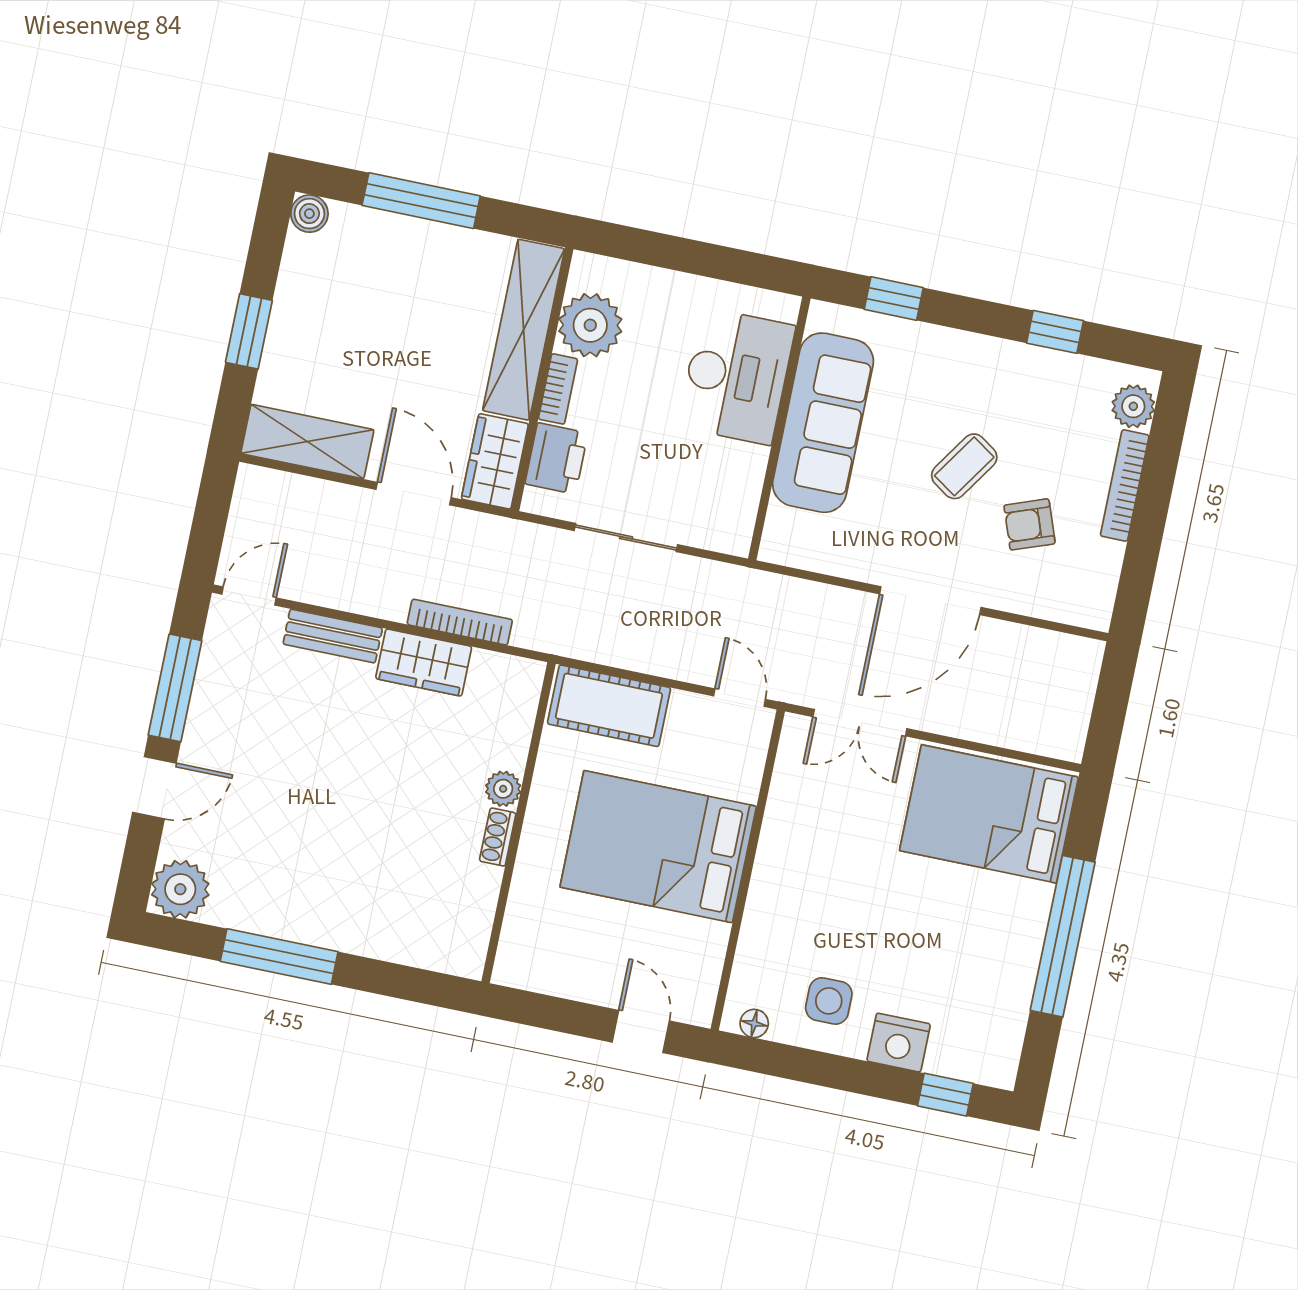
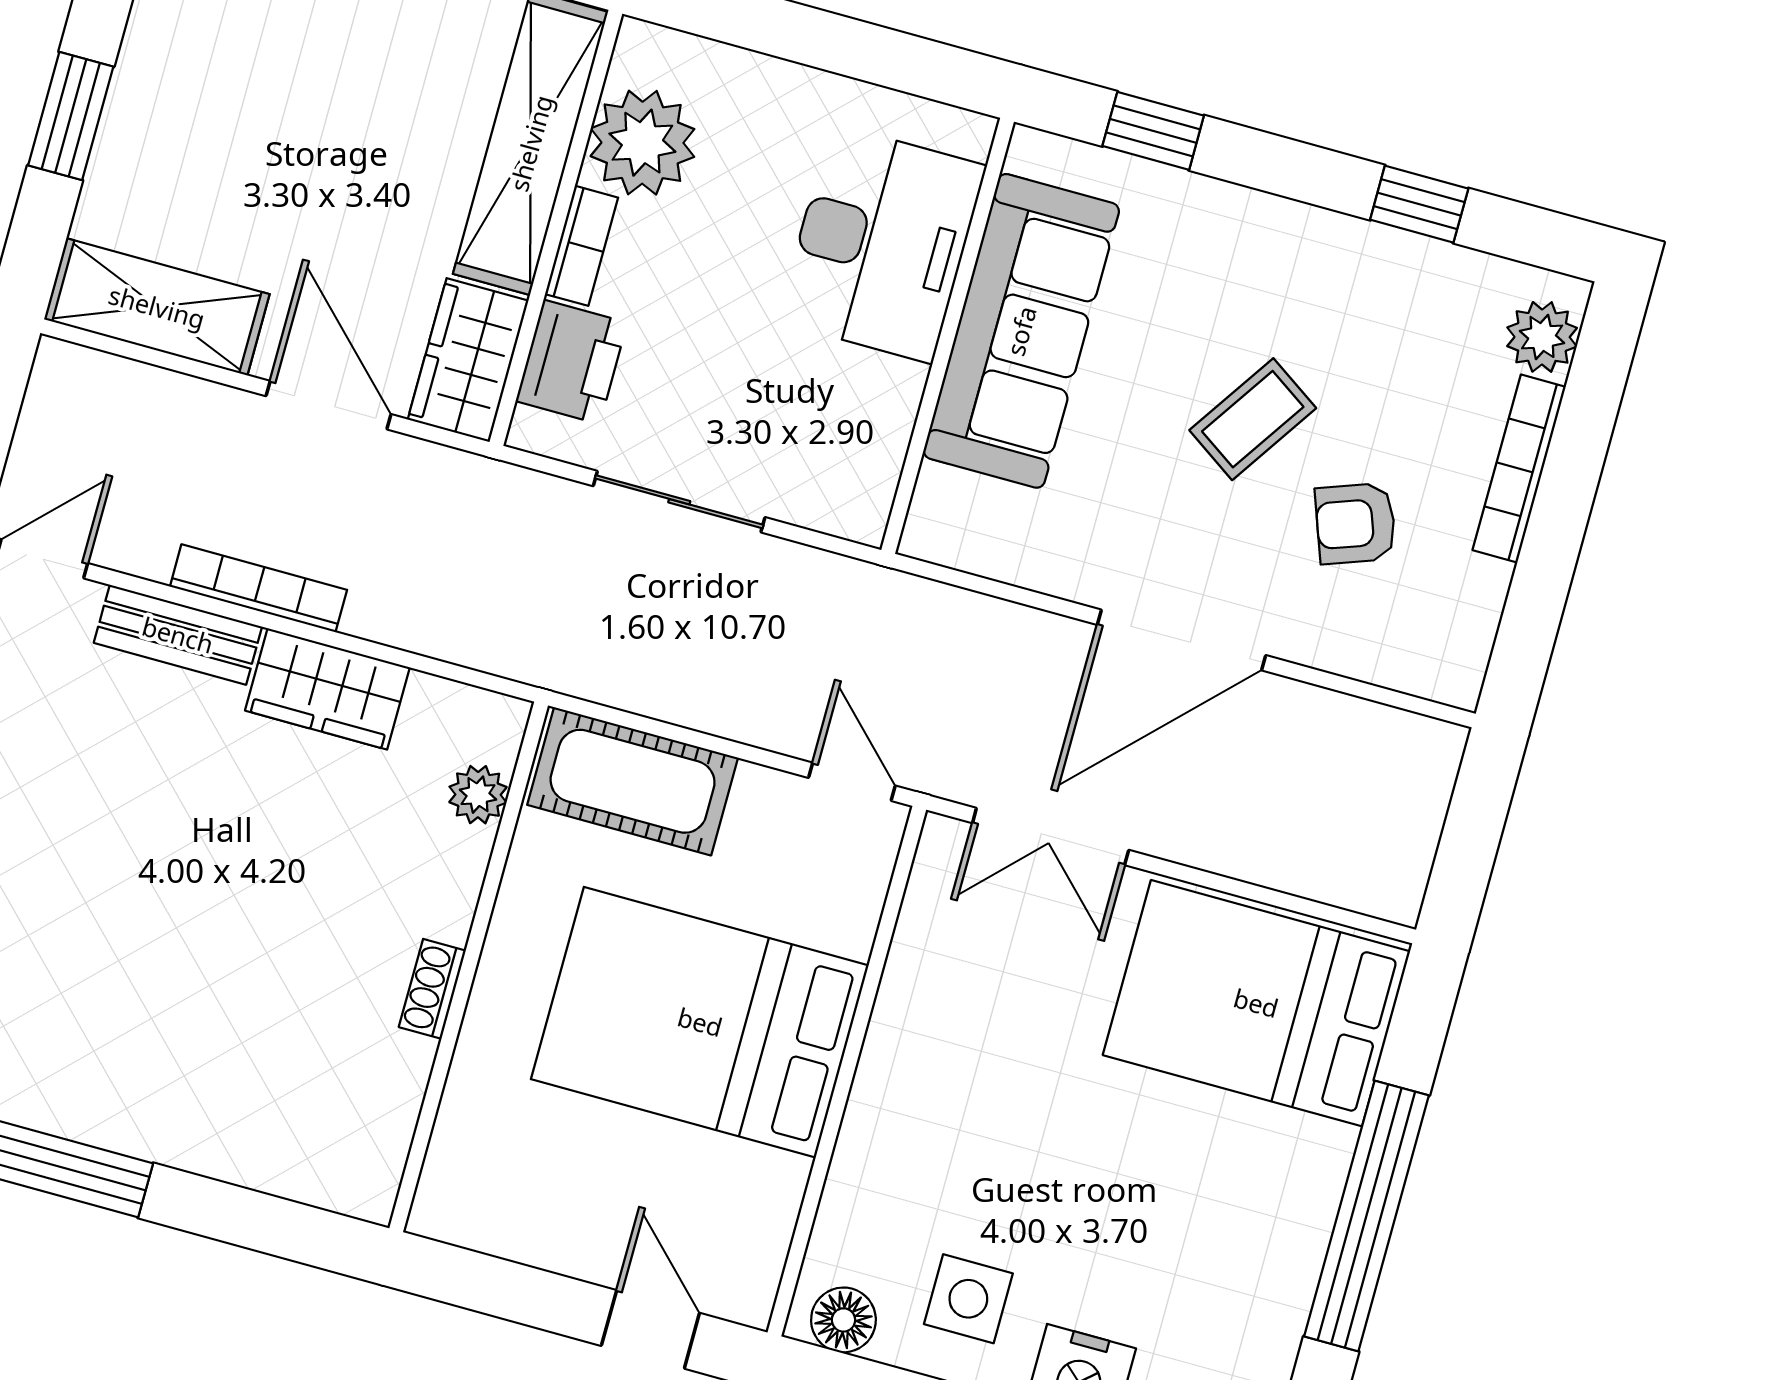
bookcase: (460, 622) -> (258, 588), moved
plant: (503, 789) -> (478, 795), moved
floor lamp: (754, 1023) -> (843, 1320), width x1.37, depth x1.37

